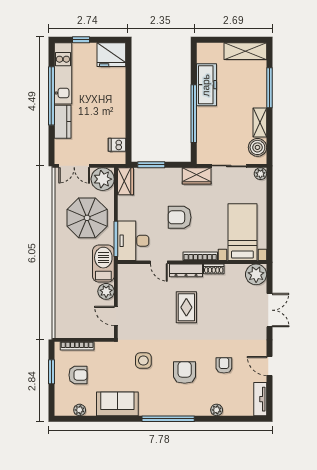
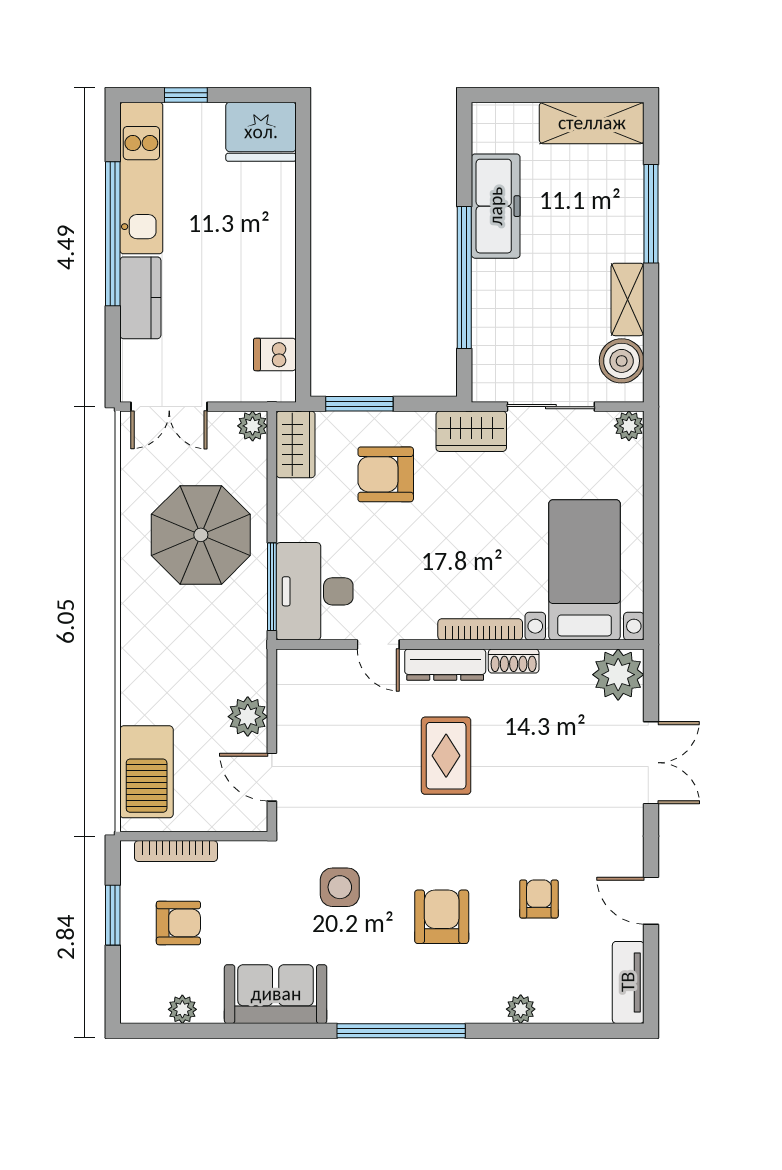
plant: (103, 179) -> (253, 426), width x0.53, depth x0.53
armchair: (180, 217) -> (386, 474), moved
barbecue: (103, 264) -> (147, 772), moved, turned 180

